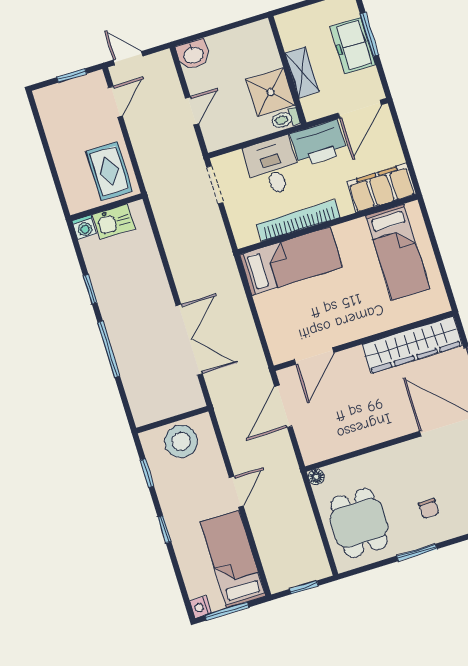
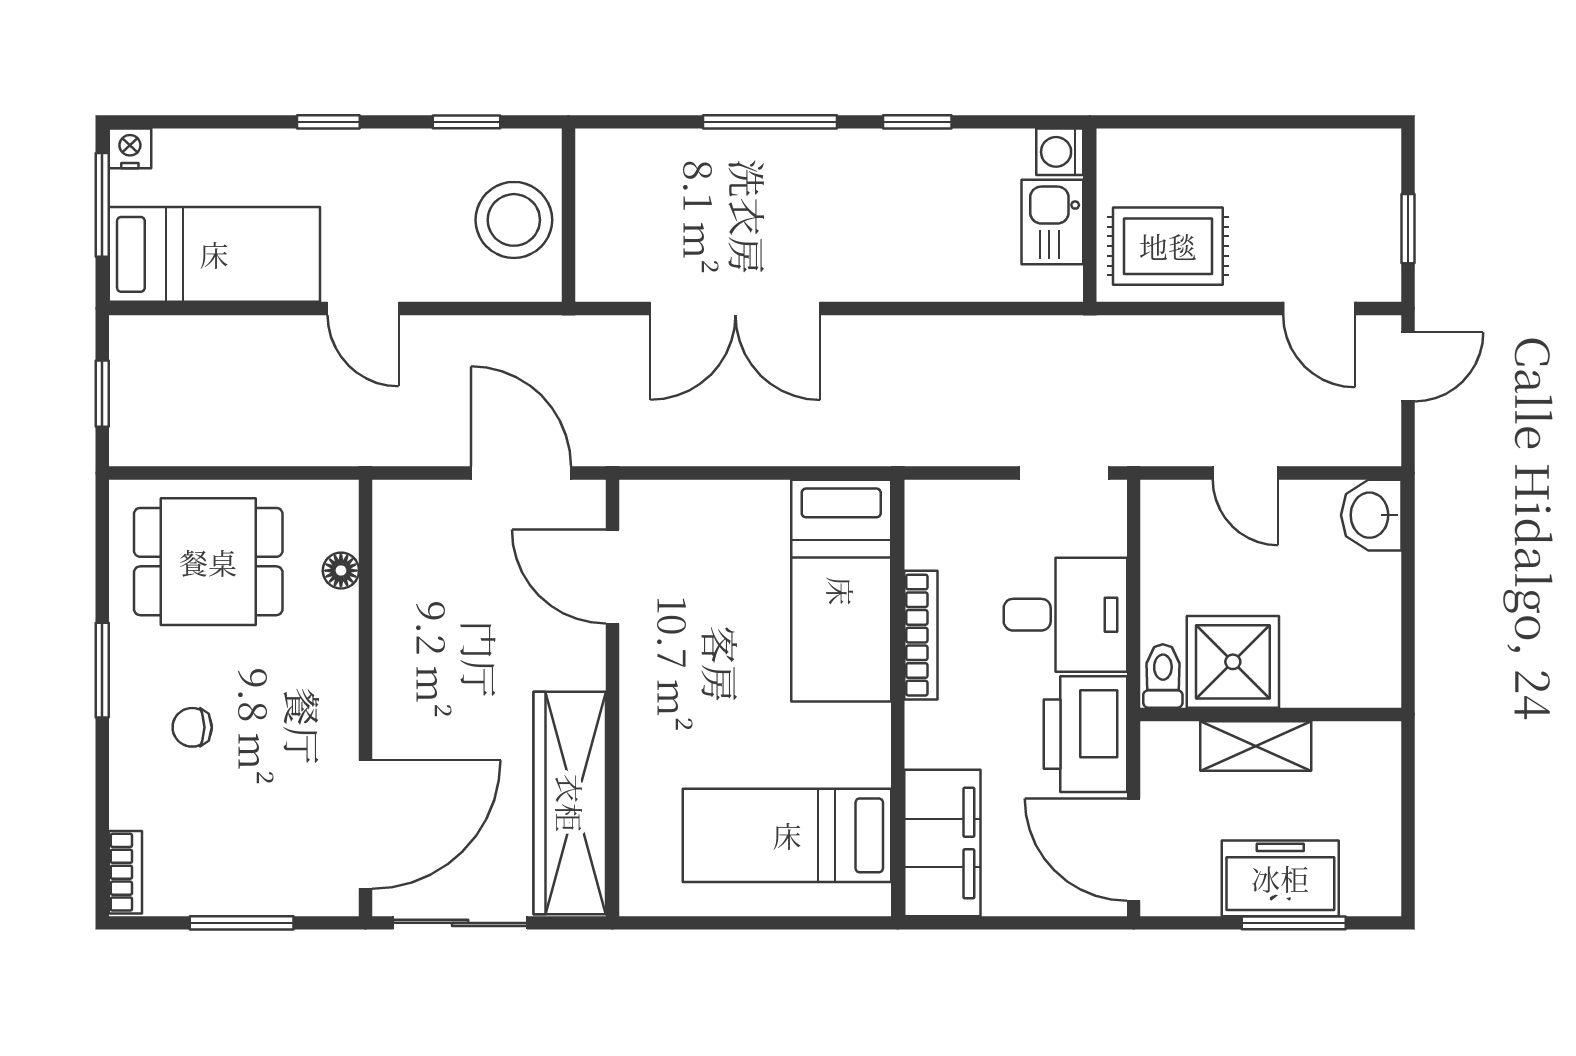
bookcase: (298, 221) -> (921, 635), width x0.68, depth x0.76
floor lamp: (316, 477) -> (341, 571), moved

